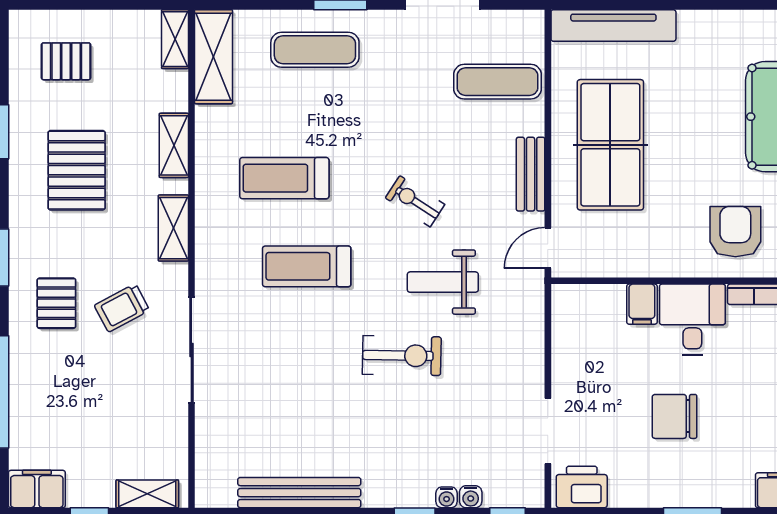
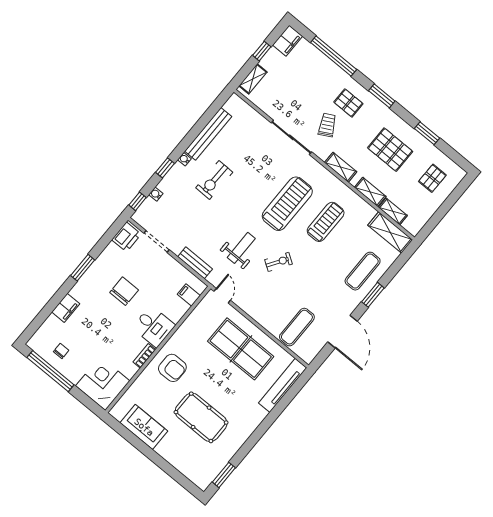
shelving: (175, 39) -> (393, 211), moved
bench: (531, 174) -> (195, 263), moved
treadmill: (307, 266) -> (287, 204), width x1.37, depth x1.38
filing cabinet: (642, 304) -> (189, 295), moved
exercise bike: (402, 356) -> (214, 180), moved
water cooler: (447, 497) -> (184, 159), moved

